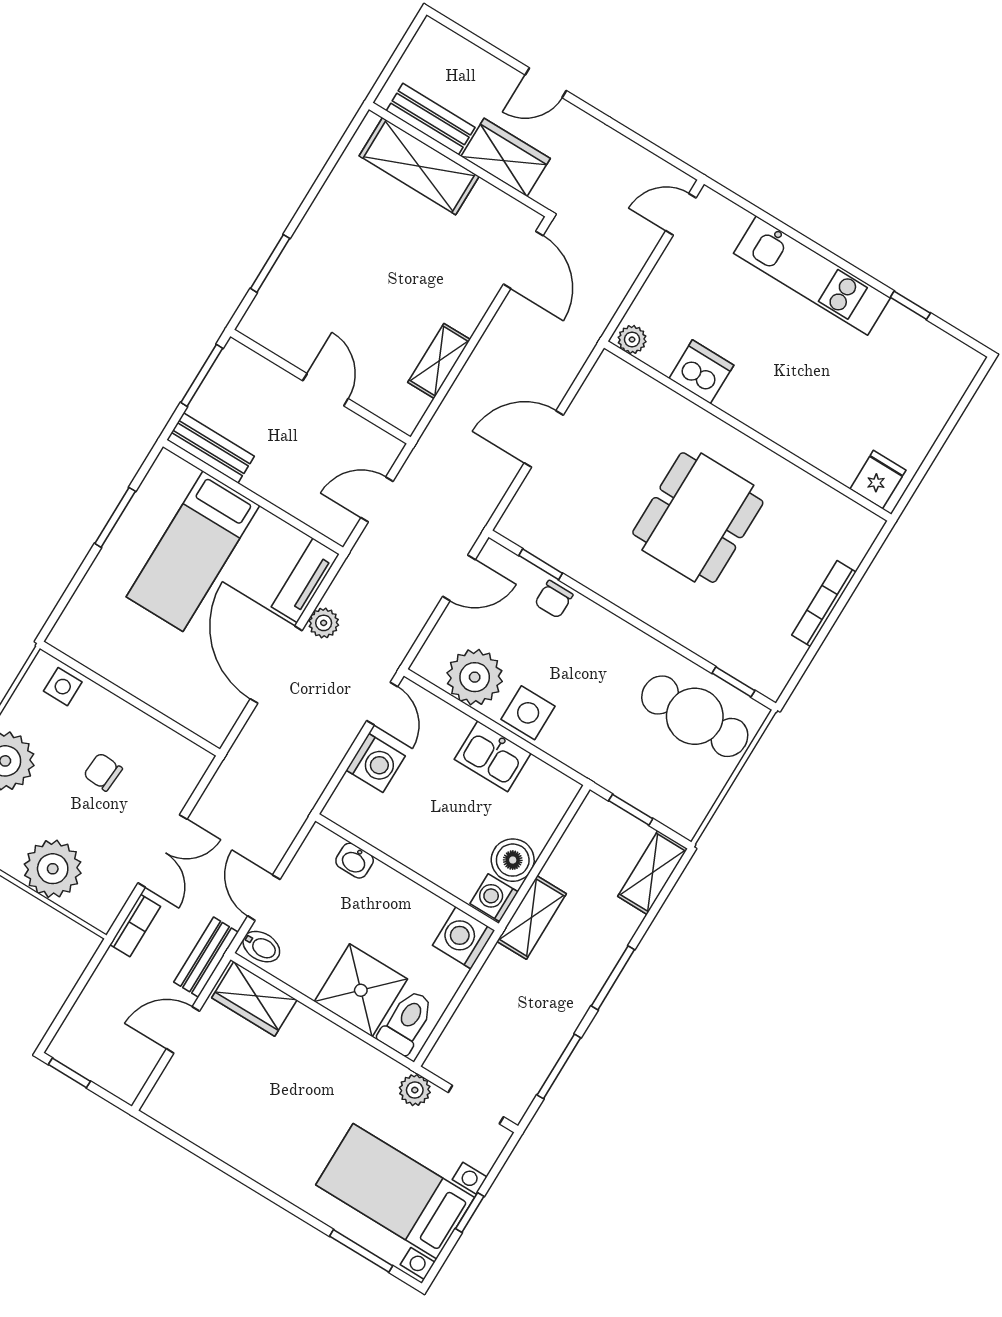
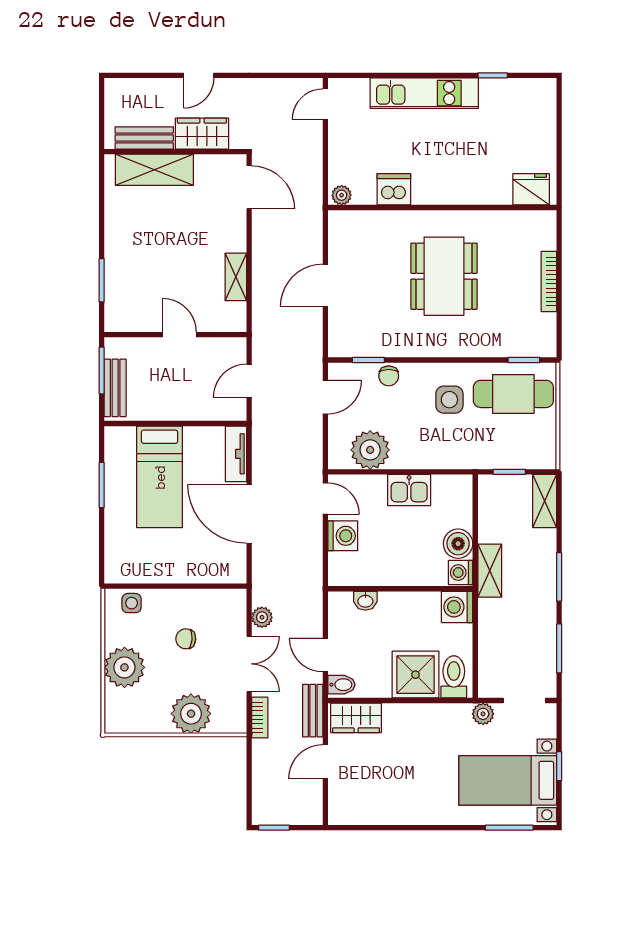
bench: (211, 448) -> (115, 388), moved, turned 90
fridge: (878, 480) -> (531, 189), width x1.38
plant: (324, 623) -> (262, 617), moved
side table: (528, 713) -> (449, 400), moved

